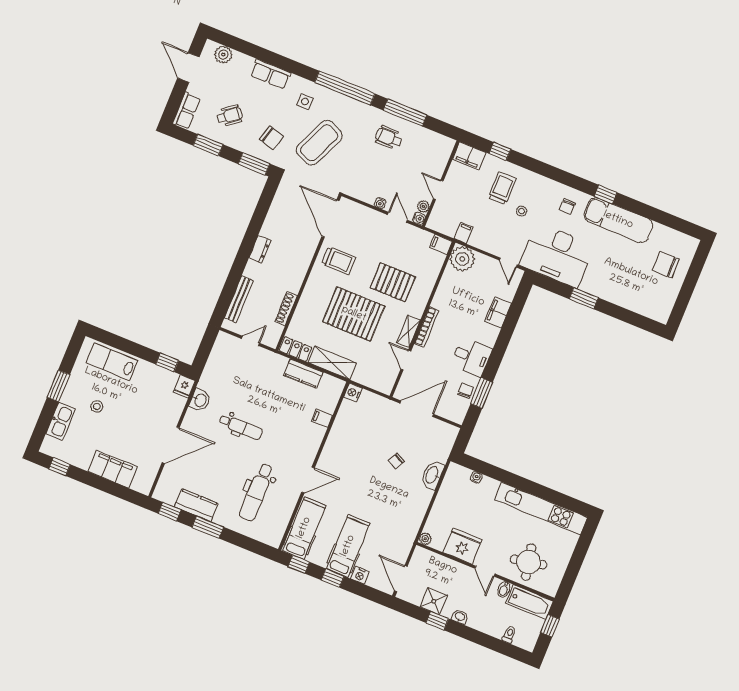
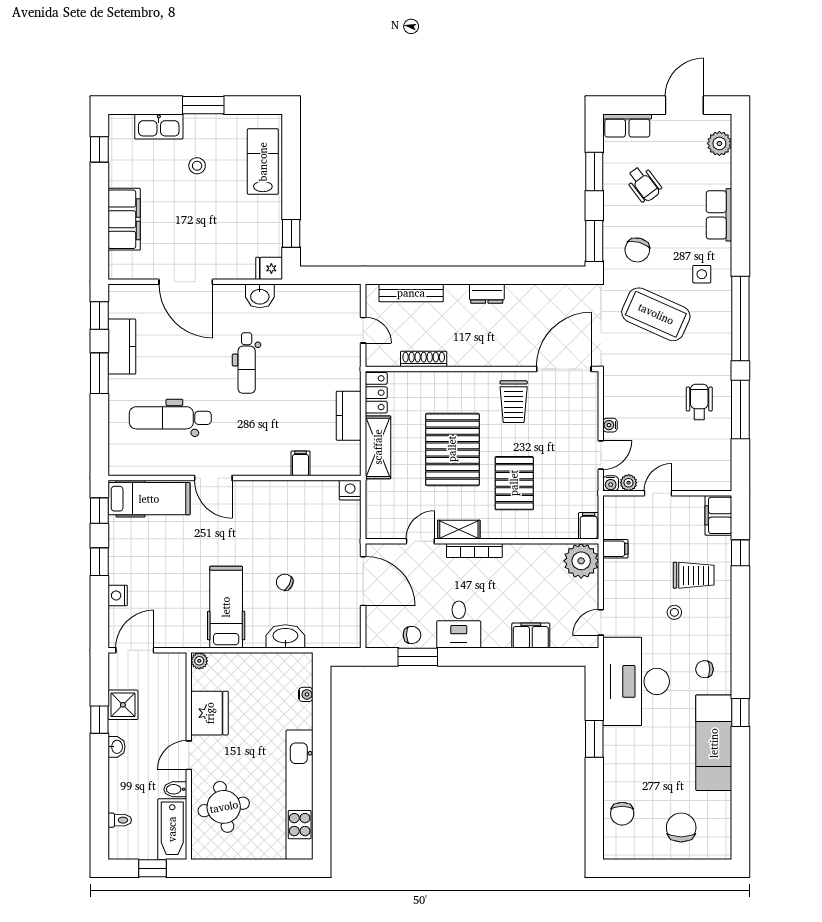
chair: (641, 300) -> (622, 814), added
hospital bed: (348, 546) -> (226, 607), moved, turned -90

